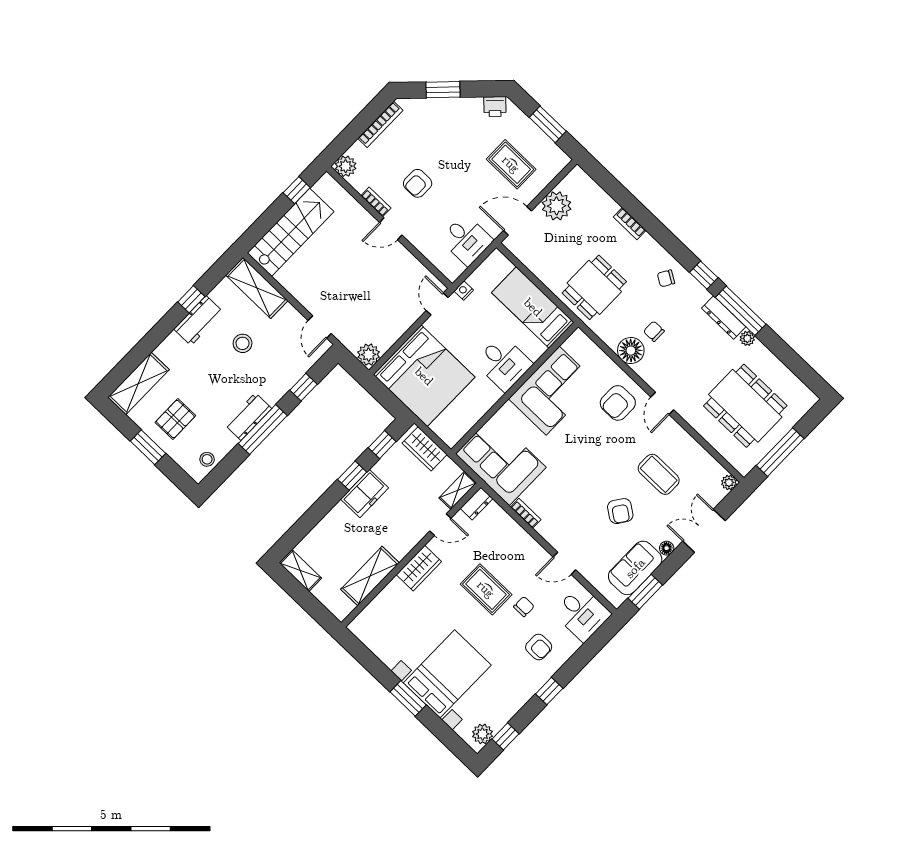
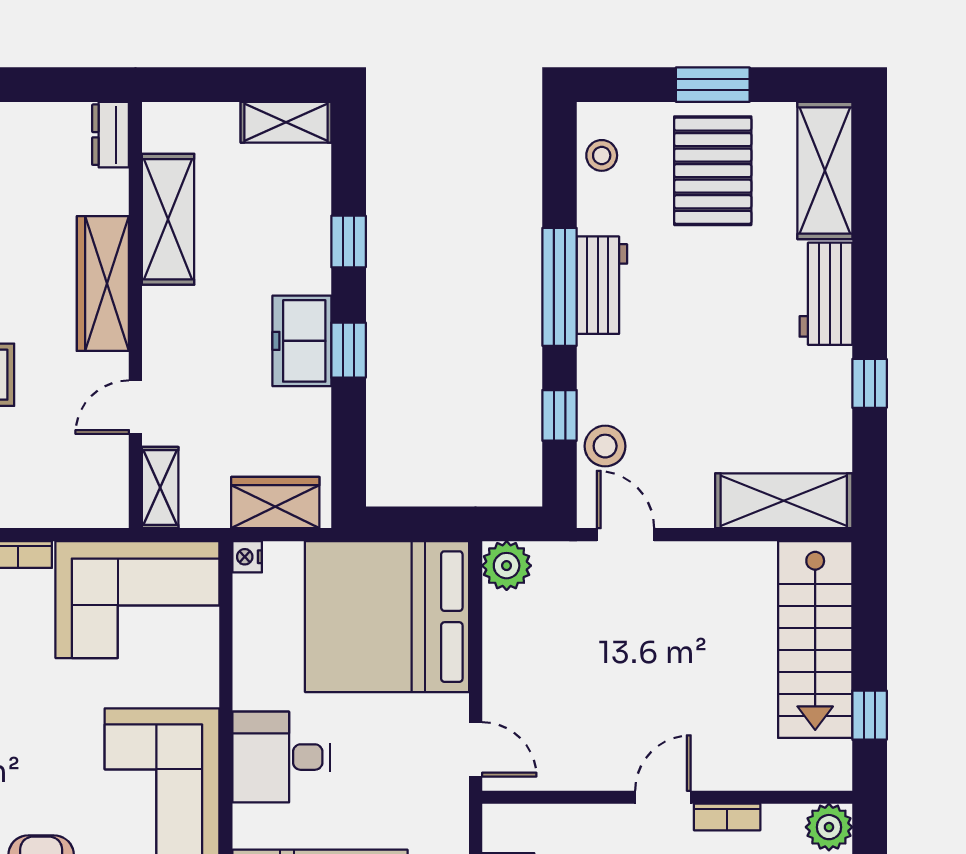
nightstand: (464, 291) -> (247, 557), moved, turned 180
workbench: (198, 321) -> (826, 294), moved
stool: (243, 343) -> (605, 446), moved
pallet: (175, 419) -> (713, 171), width x1.50, depth x1.42
window: (382, 445) -> (349, 242), moved
dresser: (477, 504) -> (110, 135), moved
wardrobe: (419, 568) -> (103, 284), width x1.50

